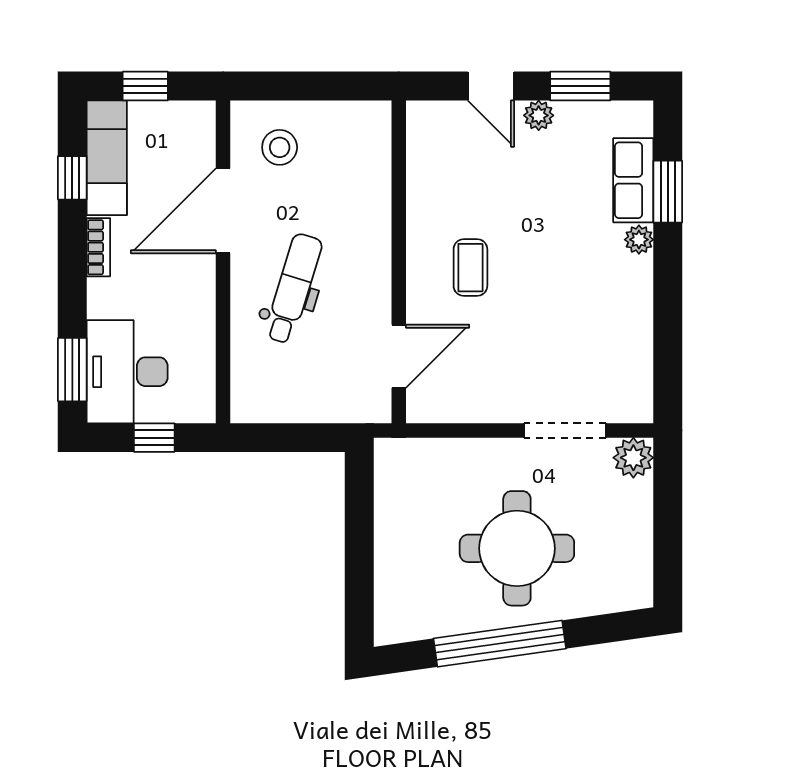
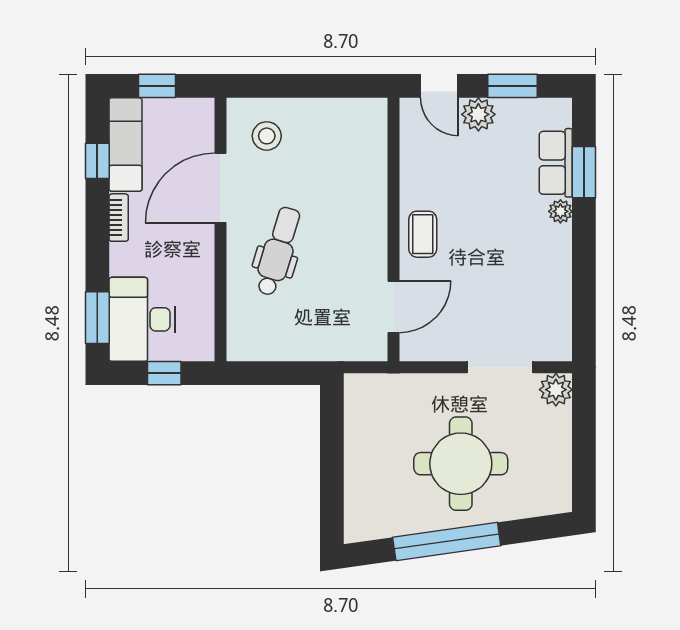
plant: (539, 115) -> (478, 114), width x1.38, depth x1.38
wall: (399, 262) -> (393, 230), moved
door: (399, 356) -> (393, 307), moved

